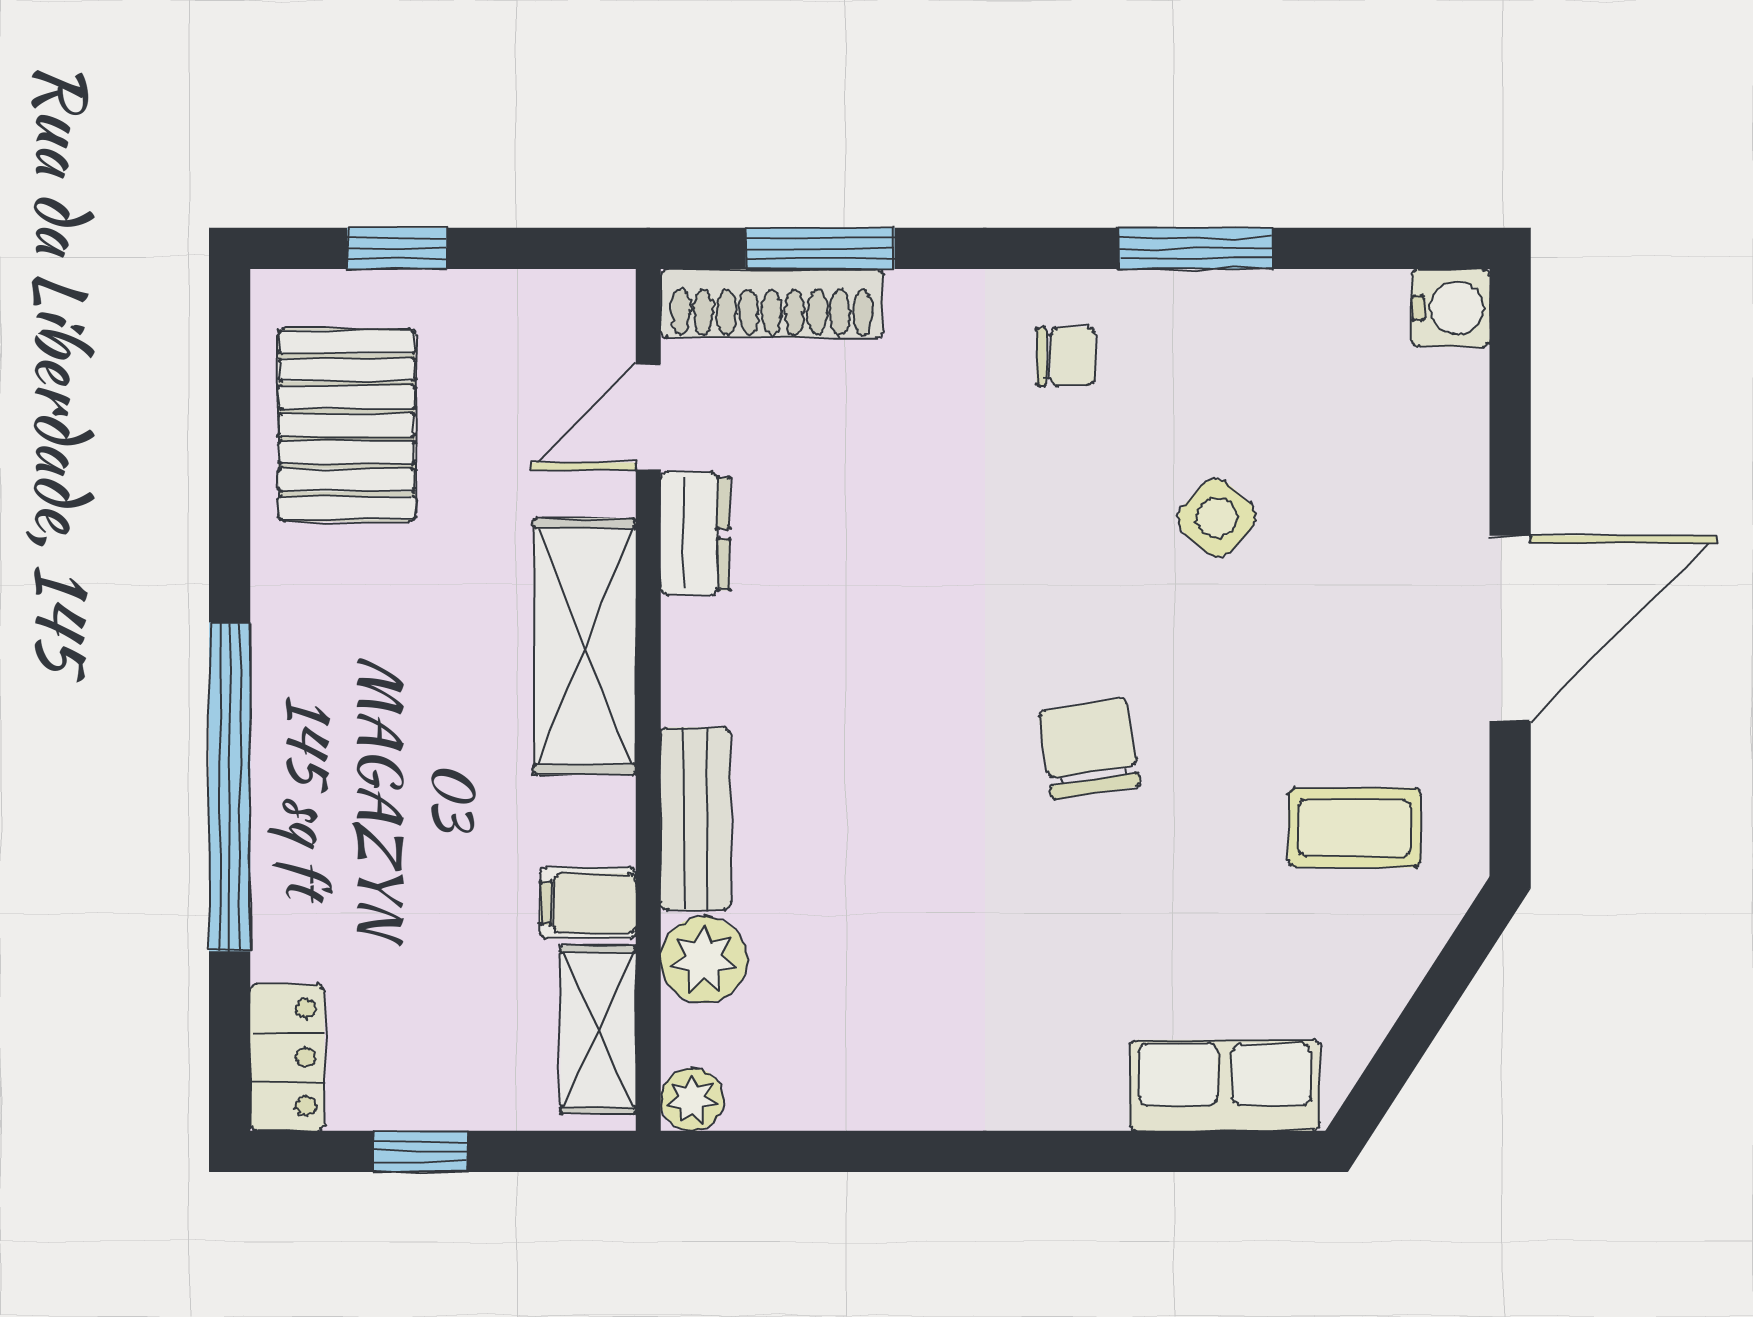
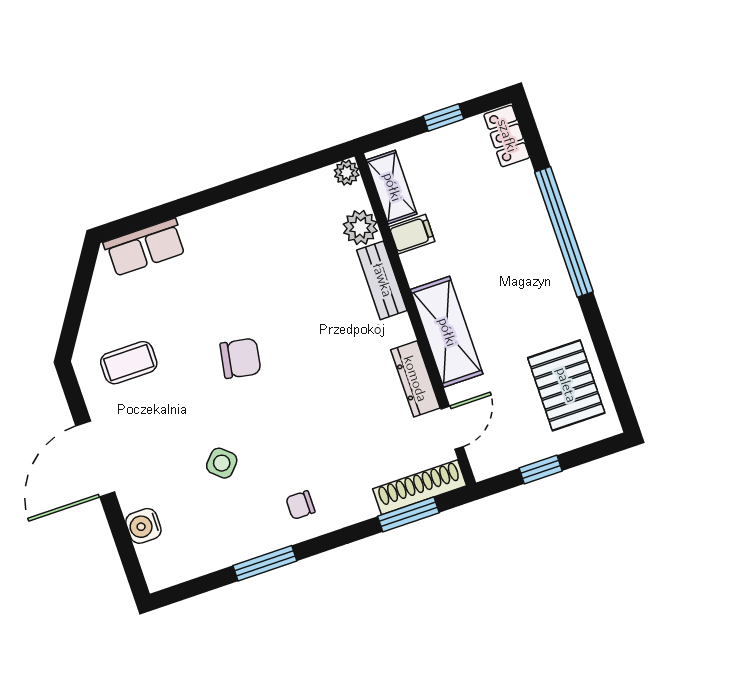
window: (397, 248) -> (541, 469), moved
water cooler: (1451, 308) -> (143, 526), moved
dresser: (695, 534) -> (415, 379), width x1.44
chair: (1089, 749) -> (240, 358), turned -71

